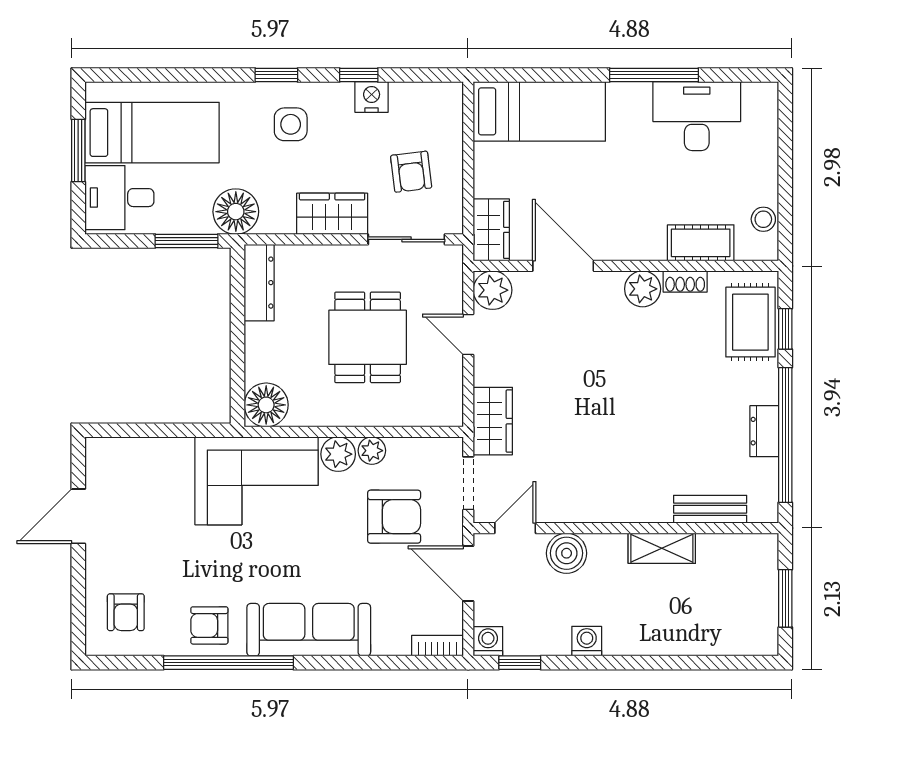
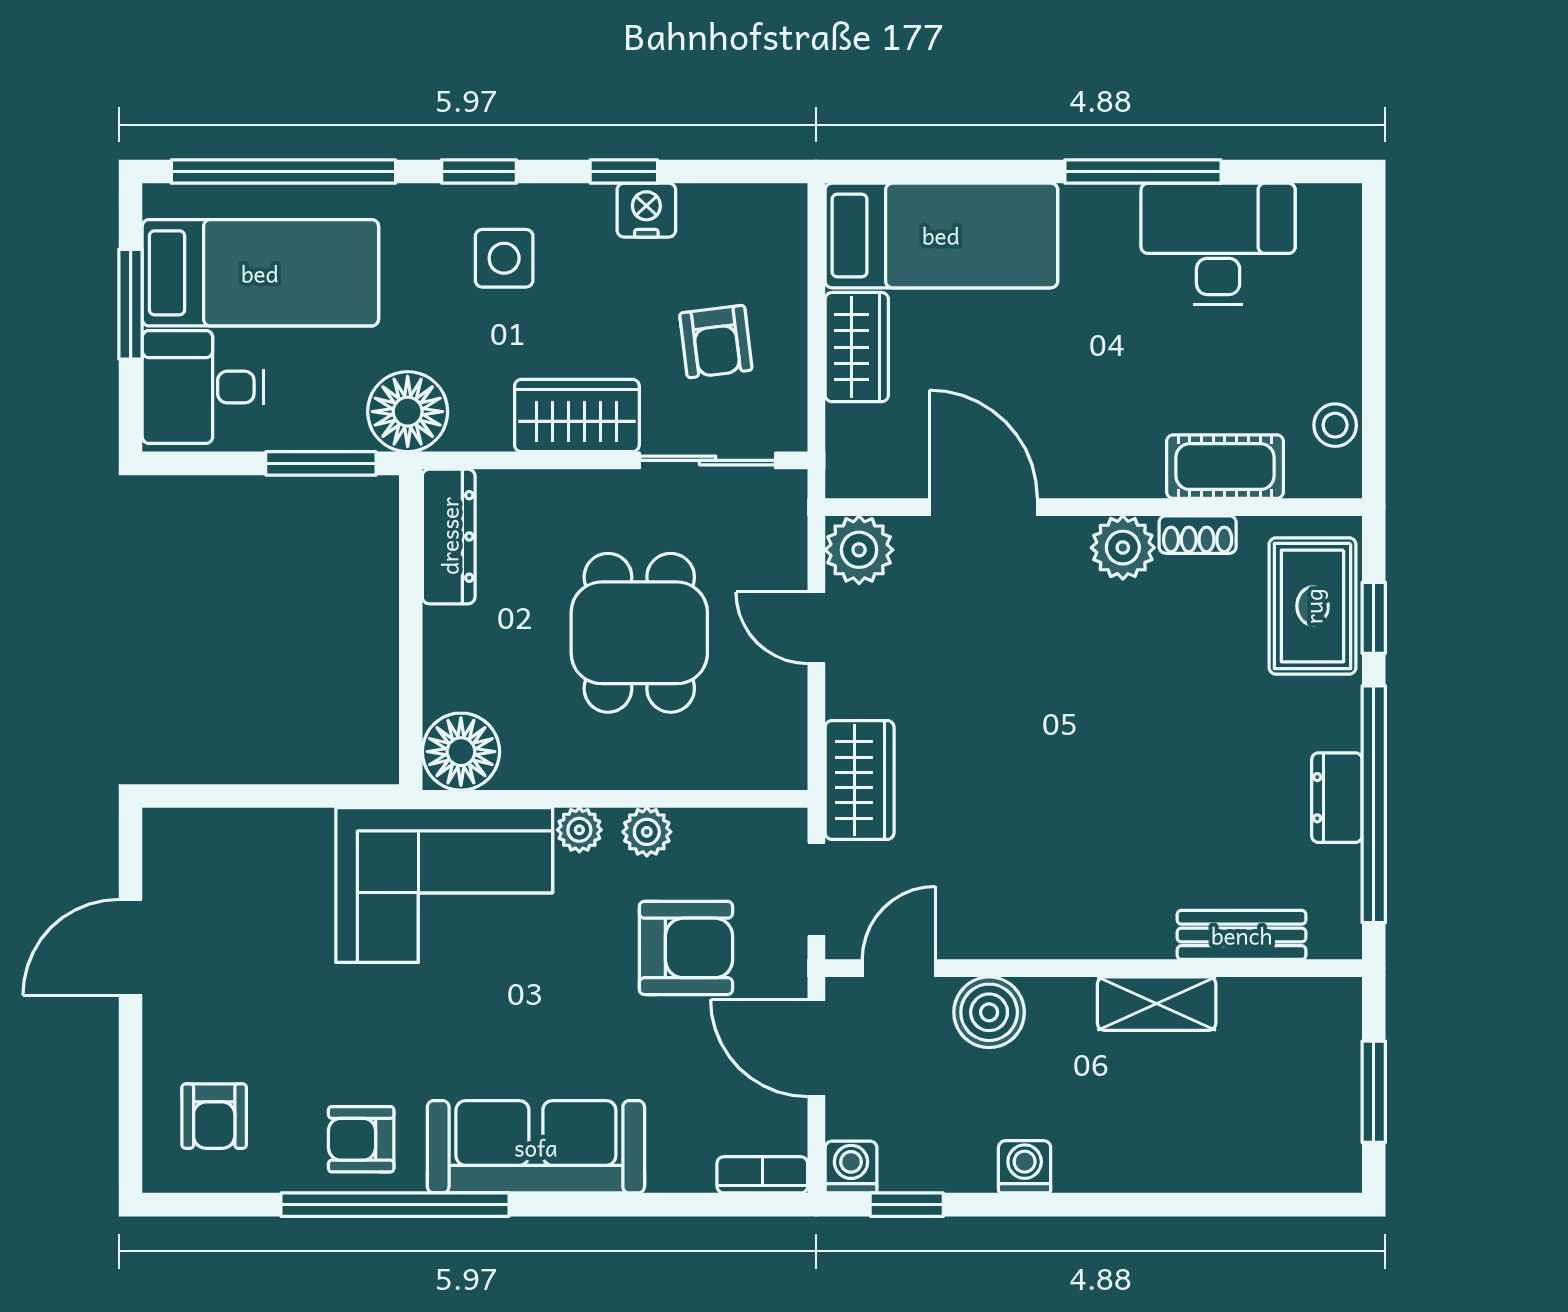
window: (165, 75) -> (283, 172), added
wardrobe: (491, 230) -> (857, 347), moved
plant: (338, 454) -> (579, 830), width x0.73, depth x0.73

